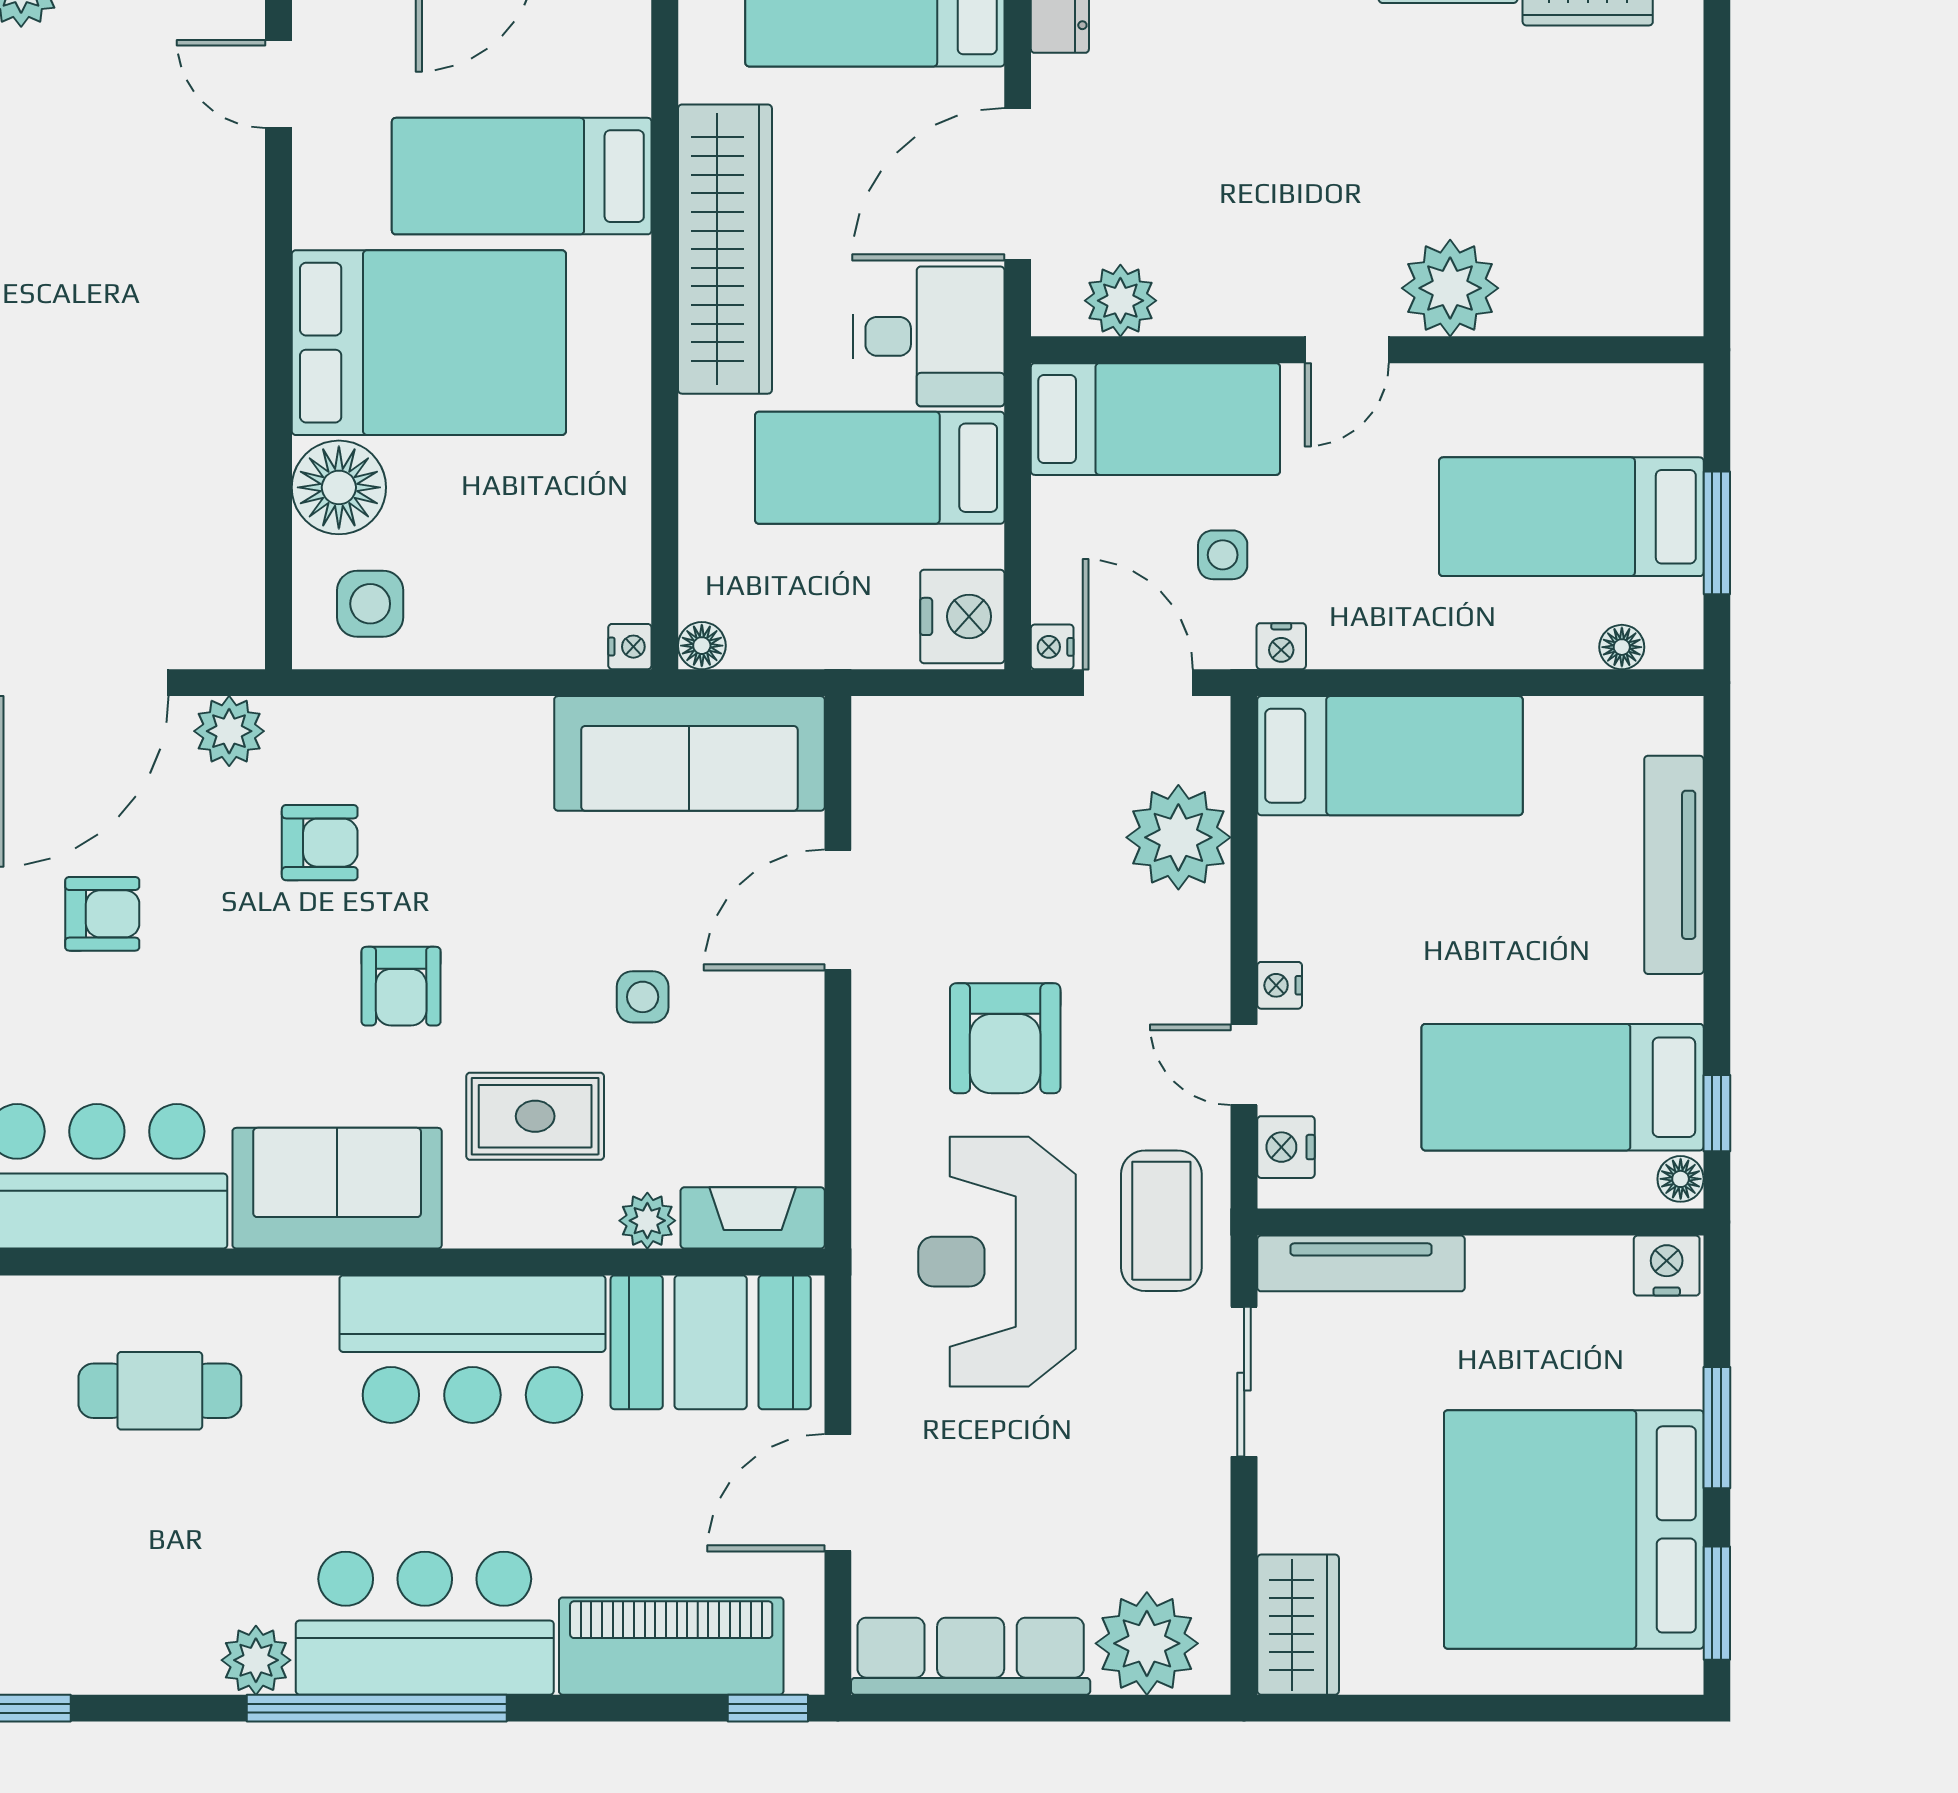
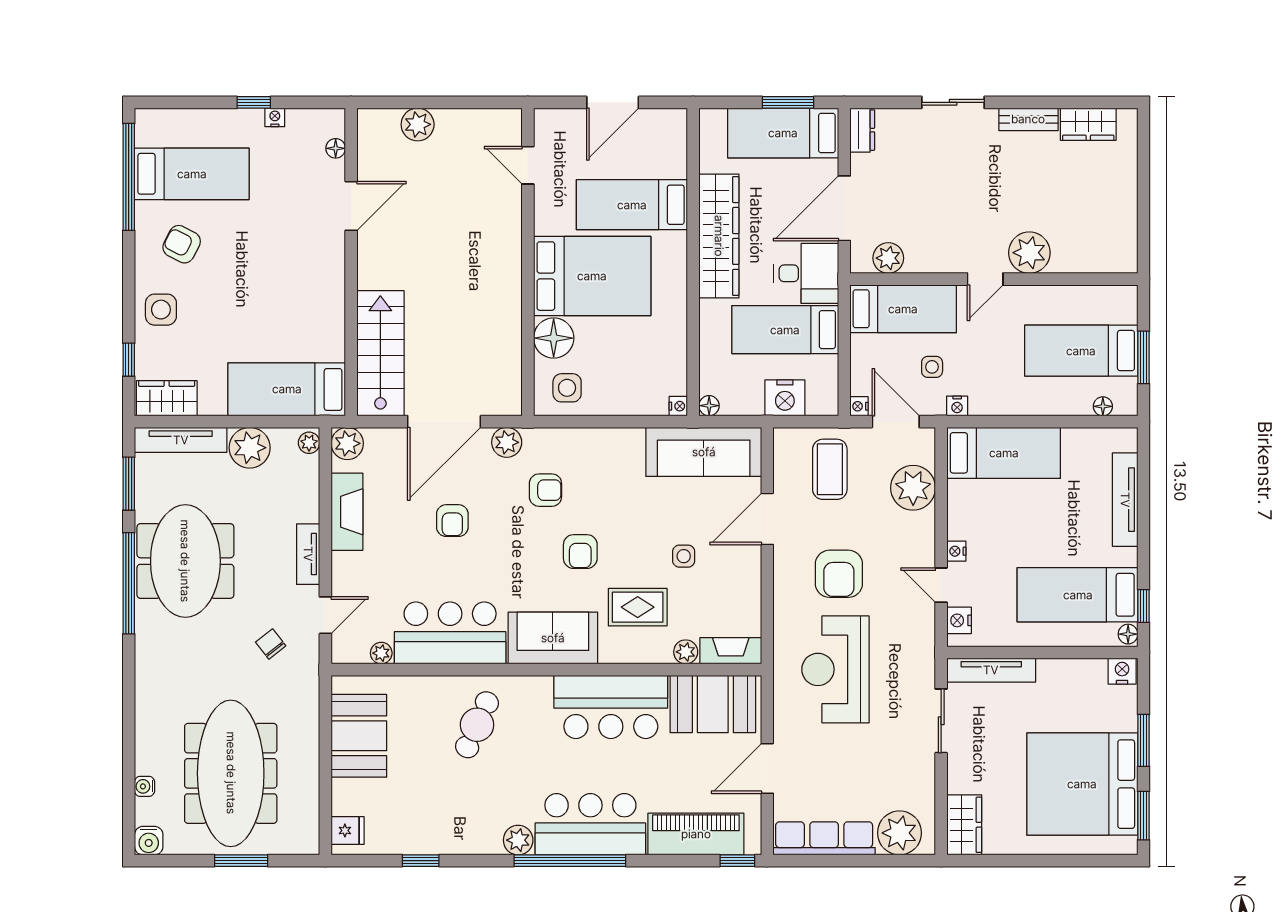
nightstand: (962, 616) -> (785, 398), moved, turned 90
armchair: (102, 914) -> (452, 521), turned 90
coffee table: (1161, 1221) -> (830, 469), moved
cafe table: (160, 1391) -> (477, 725), turned -66

